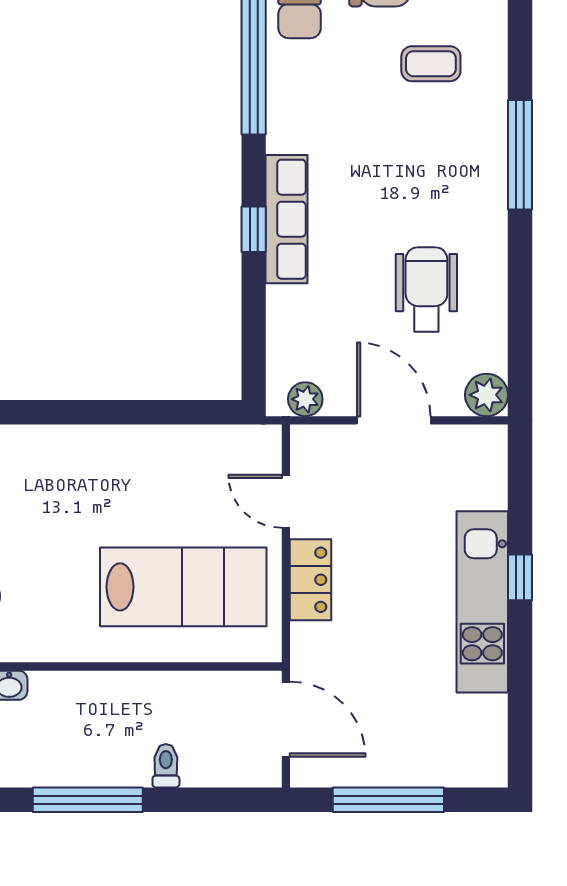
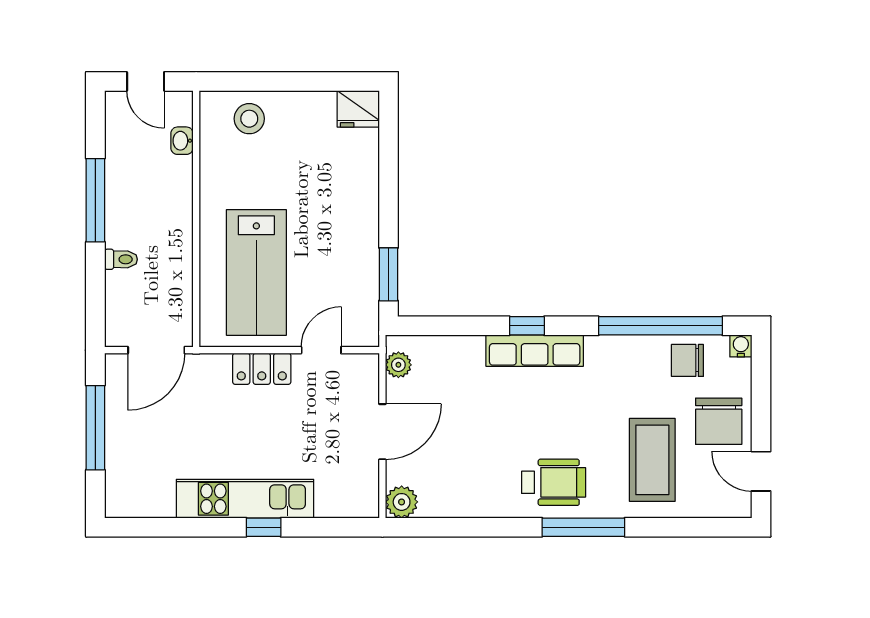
coffee table: (431, 64) -> (652, 460), width x1.86, depth x1.72
wheelchair: (426, 289) -> (554, 482), moved
window: (186, 412) -> (388, 274), added

